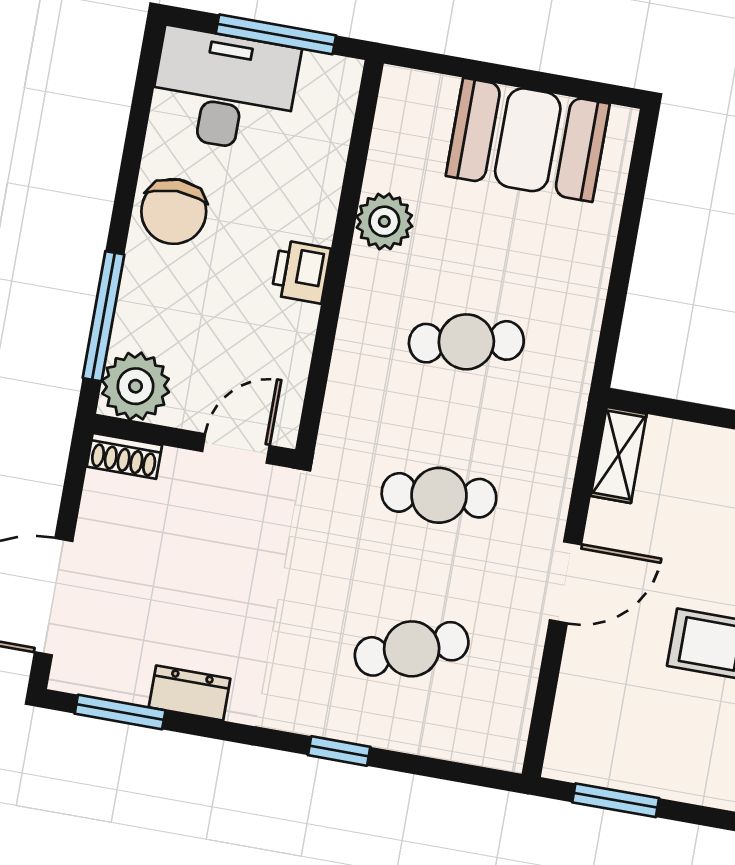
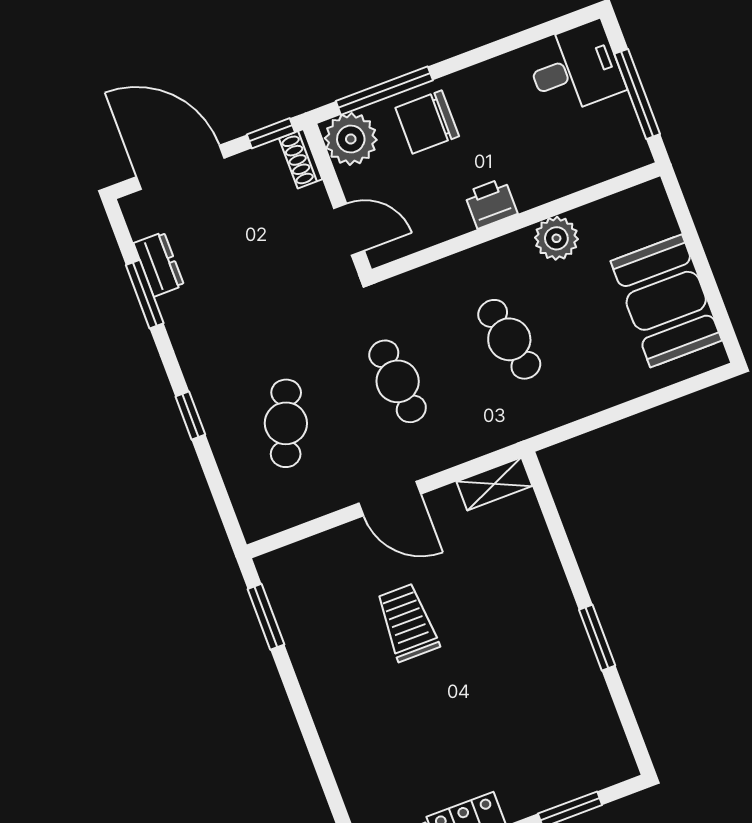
desk: (224, 90) -> (575, 68), width x0.73
chair: (174, 211) -> (427, 122), moved
window: (76, 472) -> (271, 133), added
cafe table: (412, 649) -> (286, 423), turned 42
dresser: (190, 693) -> (159, 264), moved
window: (120, 712) -> (145, 294), moved

